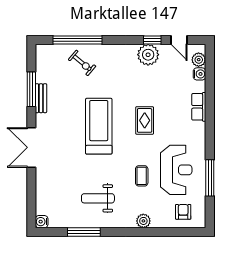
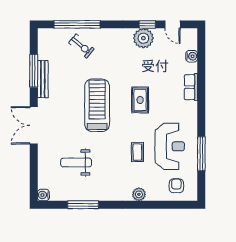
plant: (199, 60) -> (191, 43), removed
bench: (41, 98) -> (43, 79), width x1.36
weight bench: (98, 198) -> (76, 162), moved

